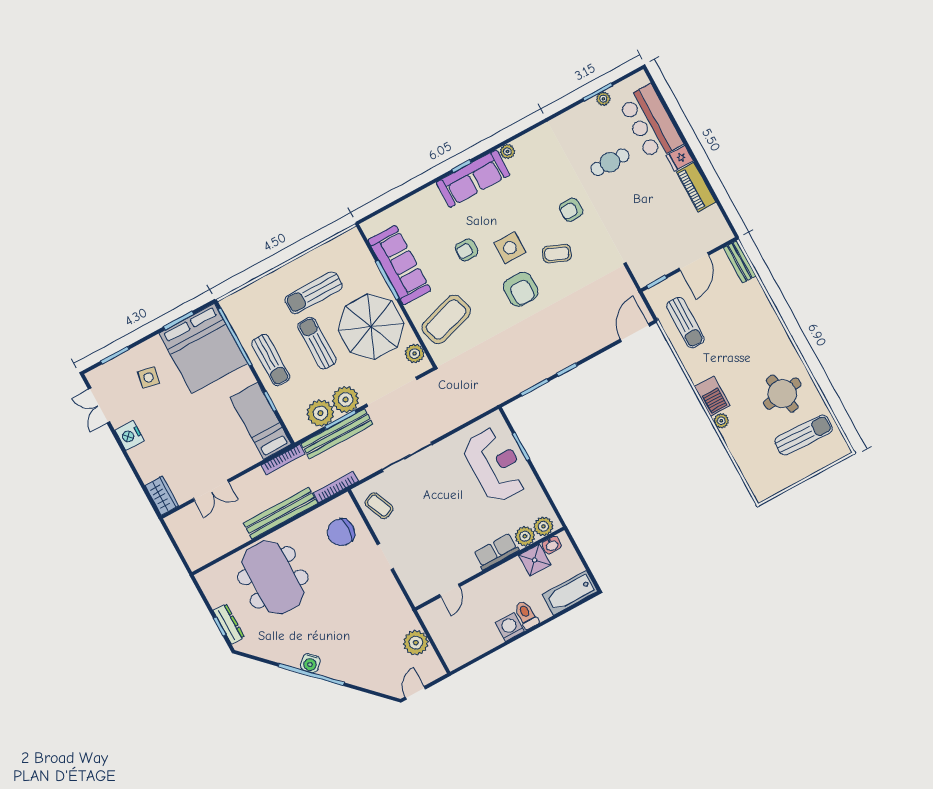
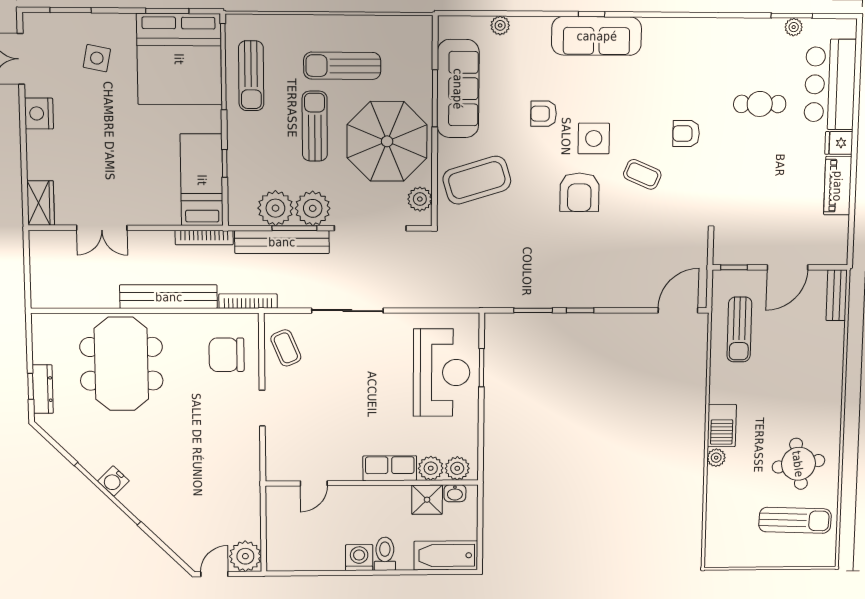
plant: (507, 151) -> (500, 25), moved
sun lounger: (271, 360) -> (251, 76), moved
plant: (416, 643) -> (245, 556), moved

